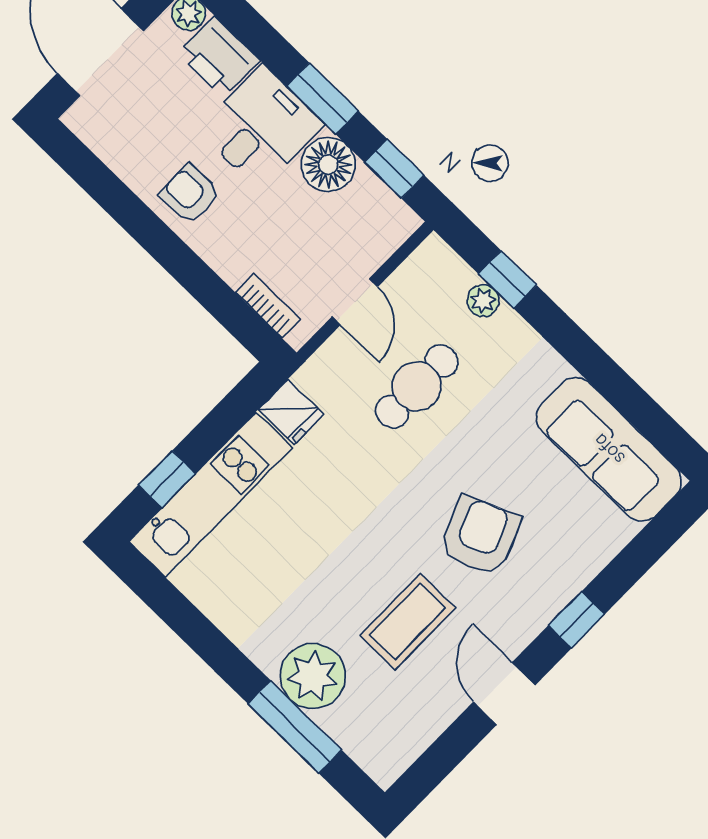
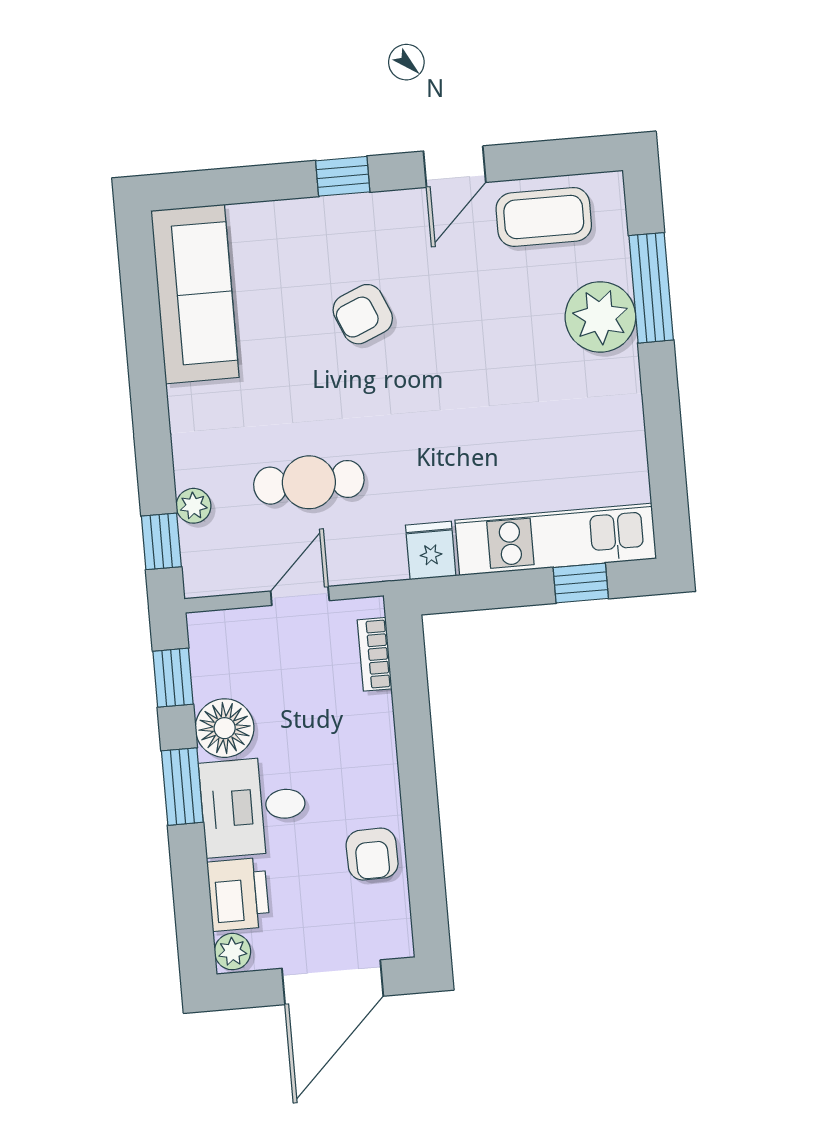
armchair: (190, 194) -> (372, 854), moved
window: (507, 280) -> (161, 541), moved
armchair: (480, 536) -> (363, 314), width x0.72, depth x0.72
coffee table: (408, 622) -> (544, 217), moved

